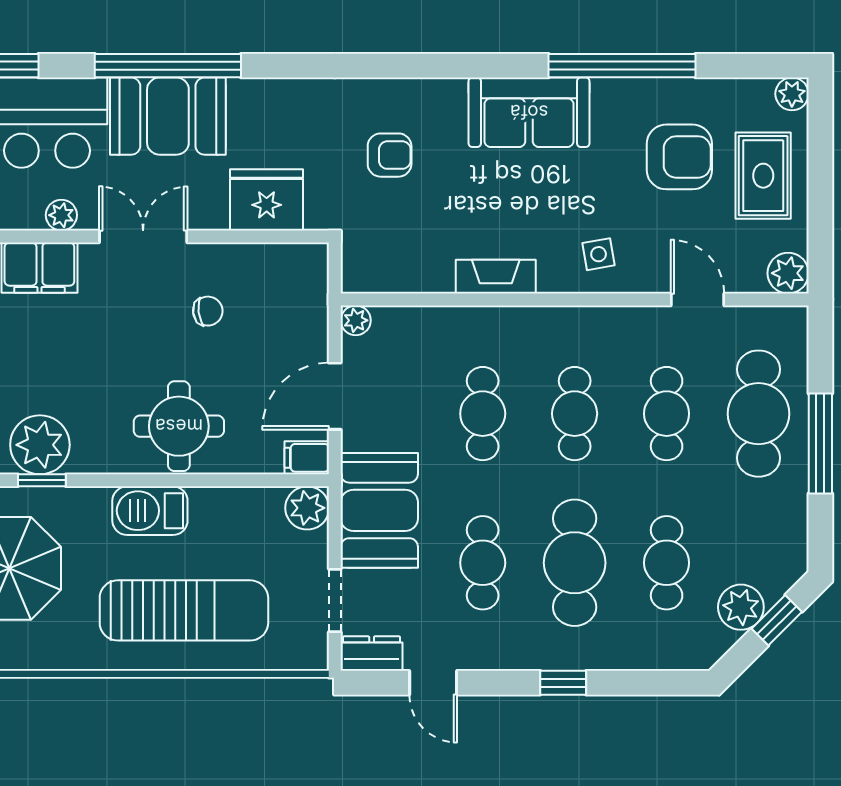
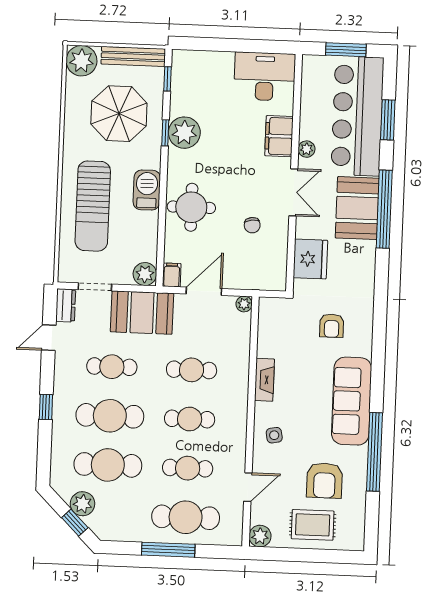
plant: (792, 94) -> (356, 542), removed
sofa: (529, 112) -> (352, 401), width x1.36
door: (335, 396) -> (204, 291), hinge flipped
cafe table: (667, 563) -> (108, 465), width x1.37, depth x1.35

